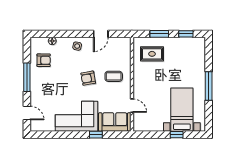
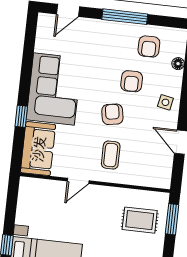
window: (159, 34) -> (172, 219), moved
rug: (152, 54) -> (140, 220), turned 90
armchair: (66, 69) -> (132, 81), added
door: (132, 106) -> (78, 181), moved

